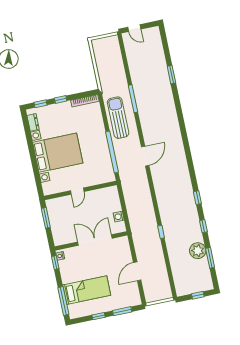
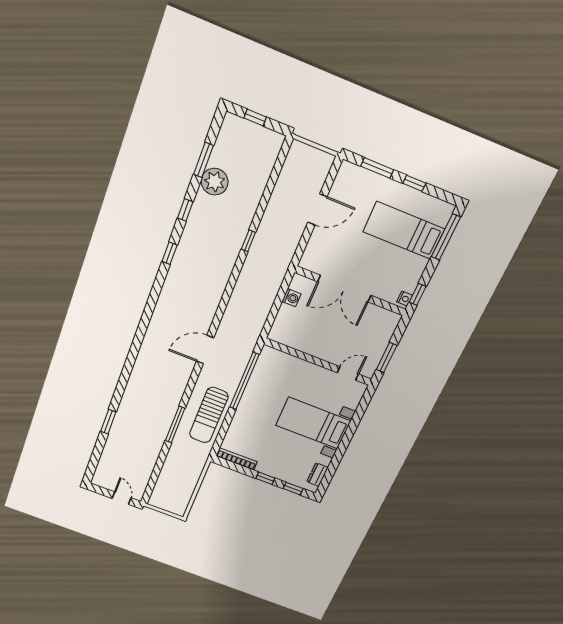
bed with nightstands: (58, 153) -> (313, 423), width x0.73
door: (77, 191) -> (348, 373), moved

